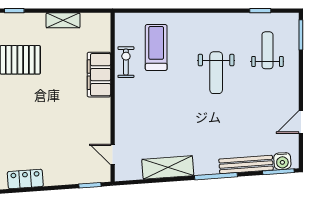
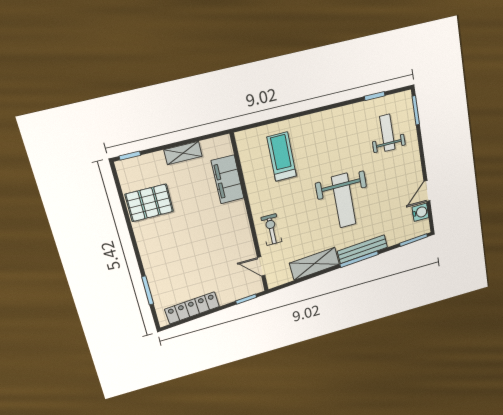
exercise bike: (126, 62) -> (271, 230), moved
weight bench: (216, 73) -> (344, 201), moved, width x1.36, depth x1.33
filing cabinet: (99, 75) -> (228, 179), moved
water cooler: (282, 161) -> (420, 212), moved, turned -86
bench: (246, 164) -> (362, 249), moved
locker: (25, 179) -> (192, 308), width x1.53

